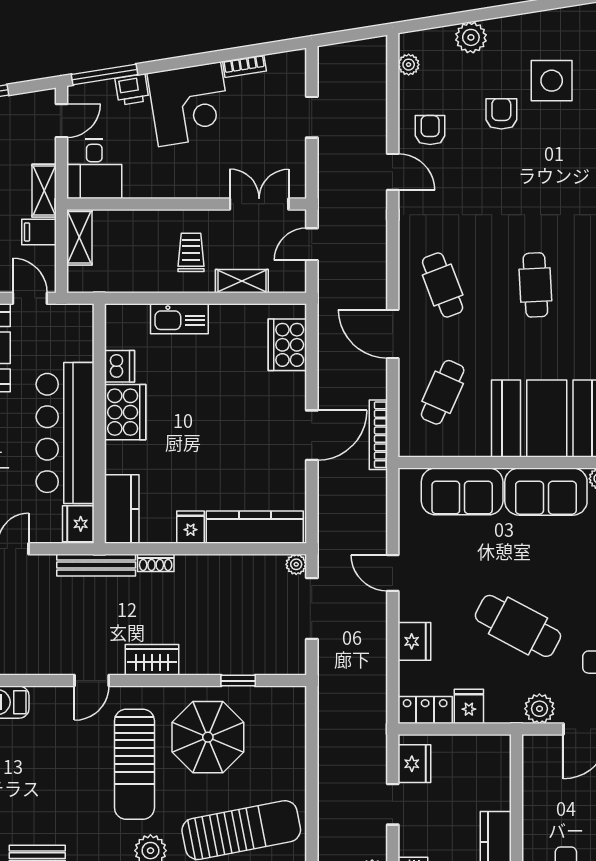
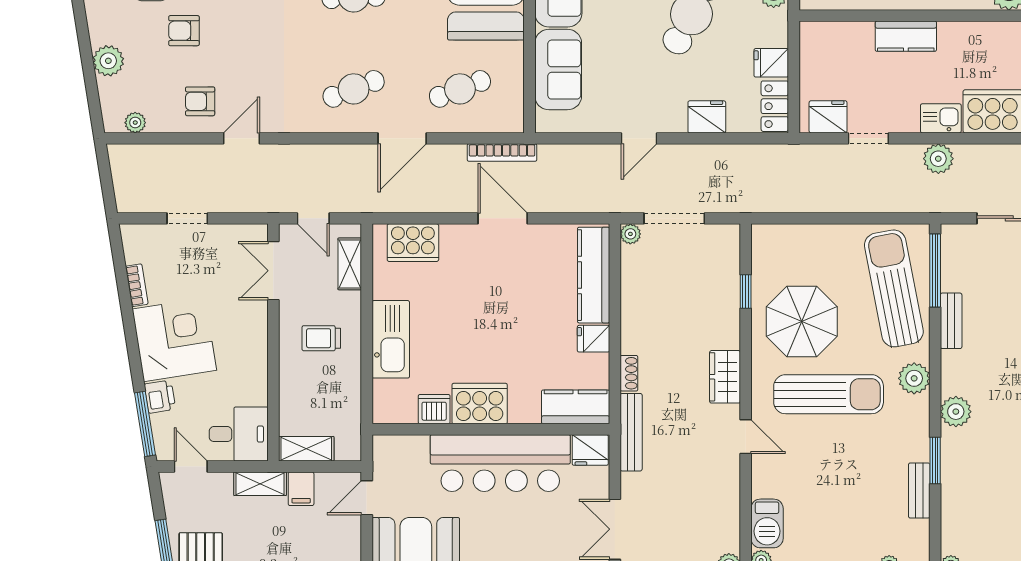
shelving: (242, 281) -> (350, 264), moved
kitchen sink: (179, 319) -> (391, 339), width x1.36, depth x1.24
cafe table: (443, 392) -> (460, 89), turned -45

